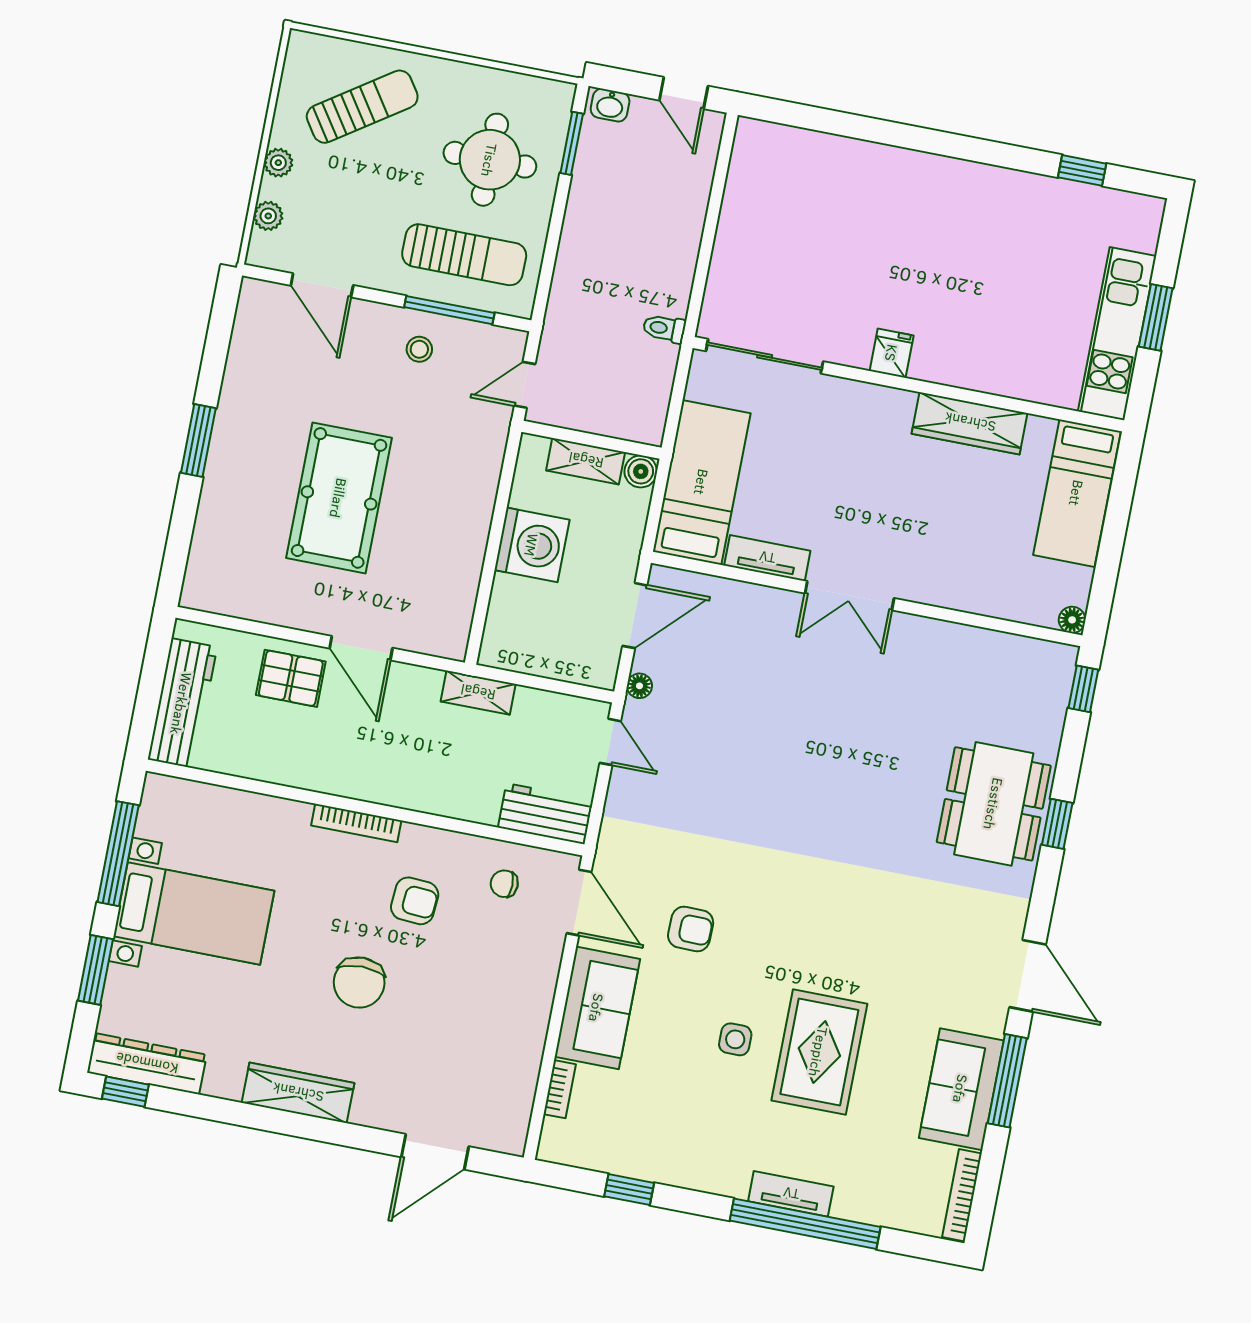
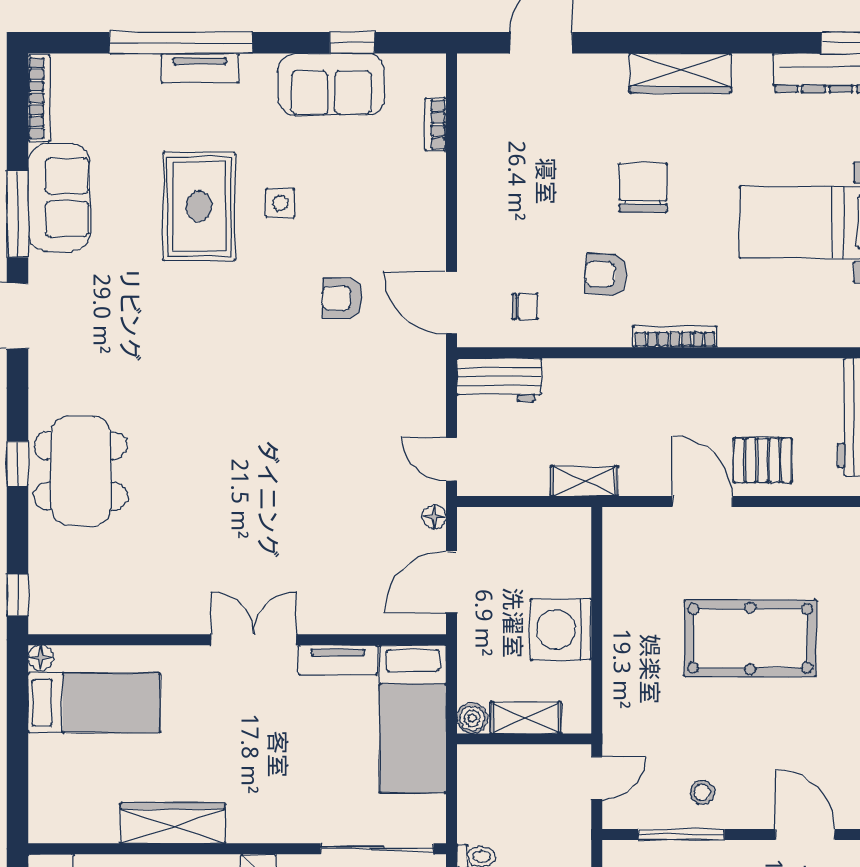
bed: (1077, 493) -> (94, 703), moved, turned 90
pool table: (339, 498) -> (750, 638), turned 90
sofa: (597, 1008) -> (331, 85), moved, turned -90

